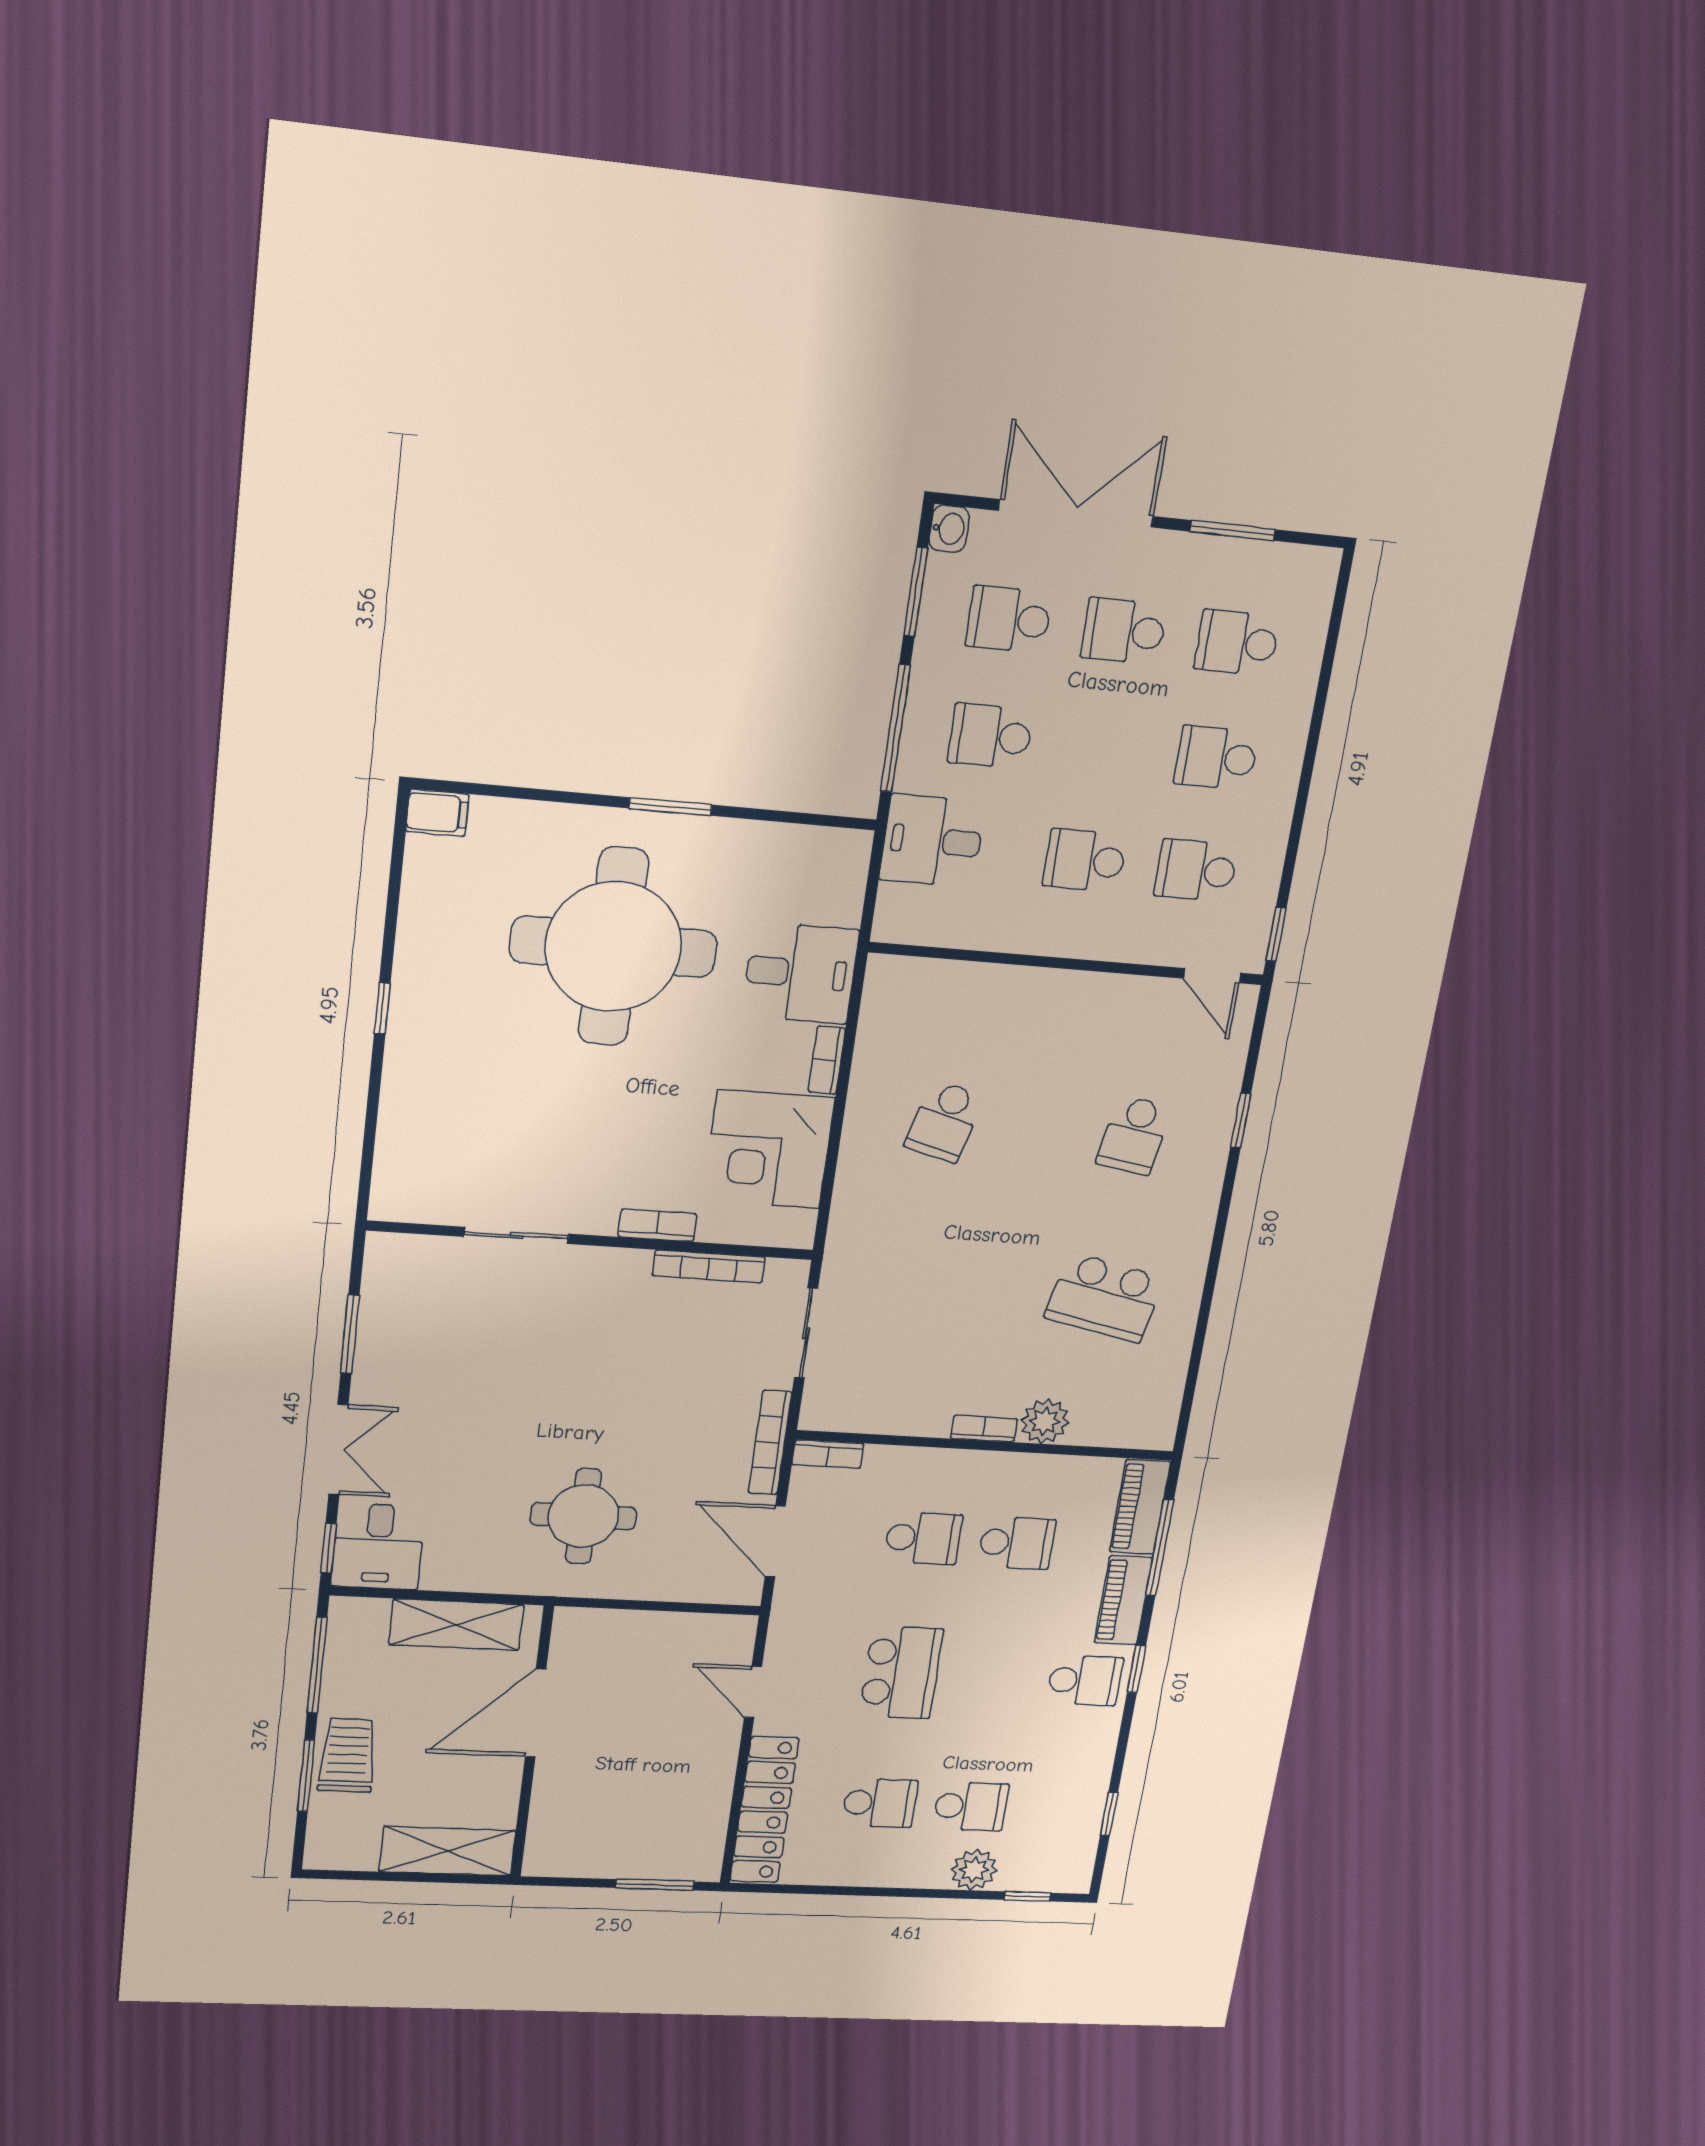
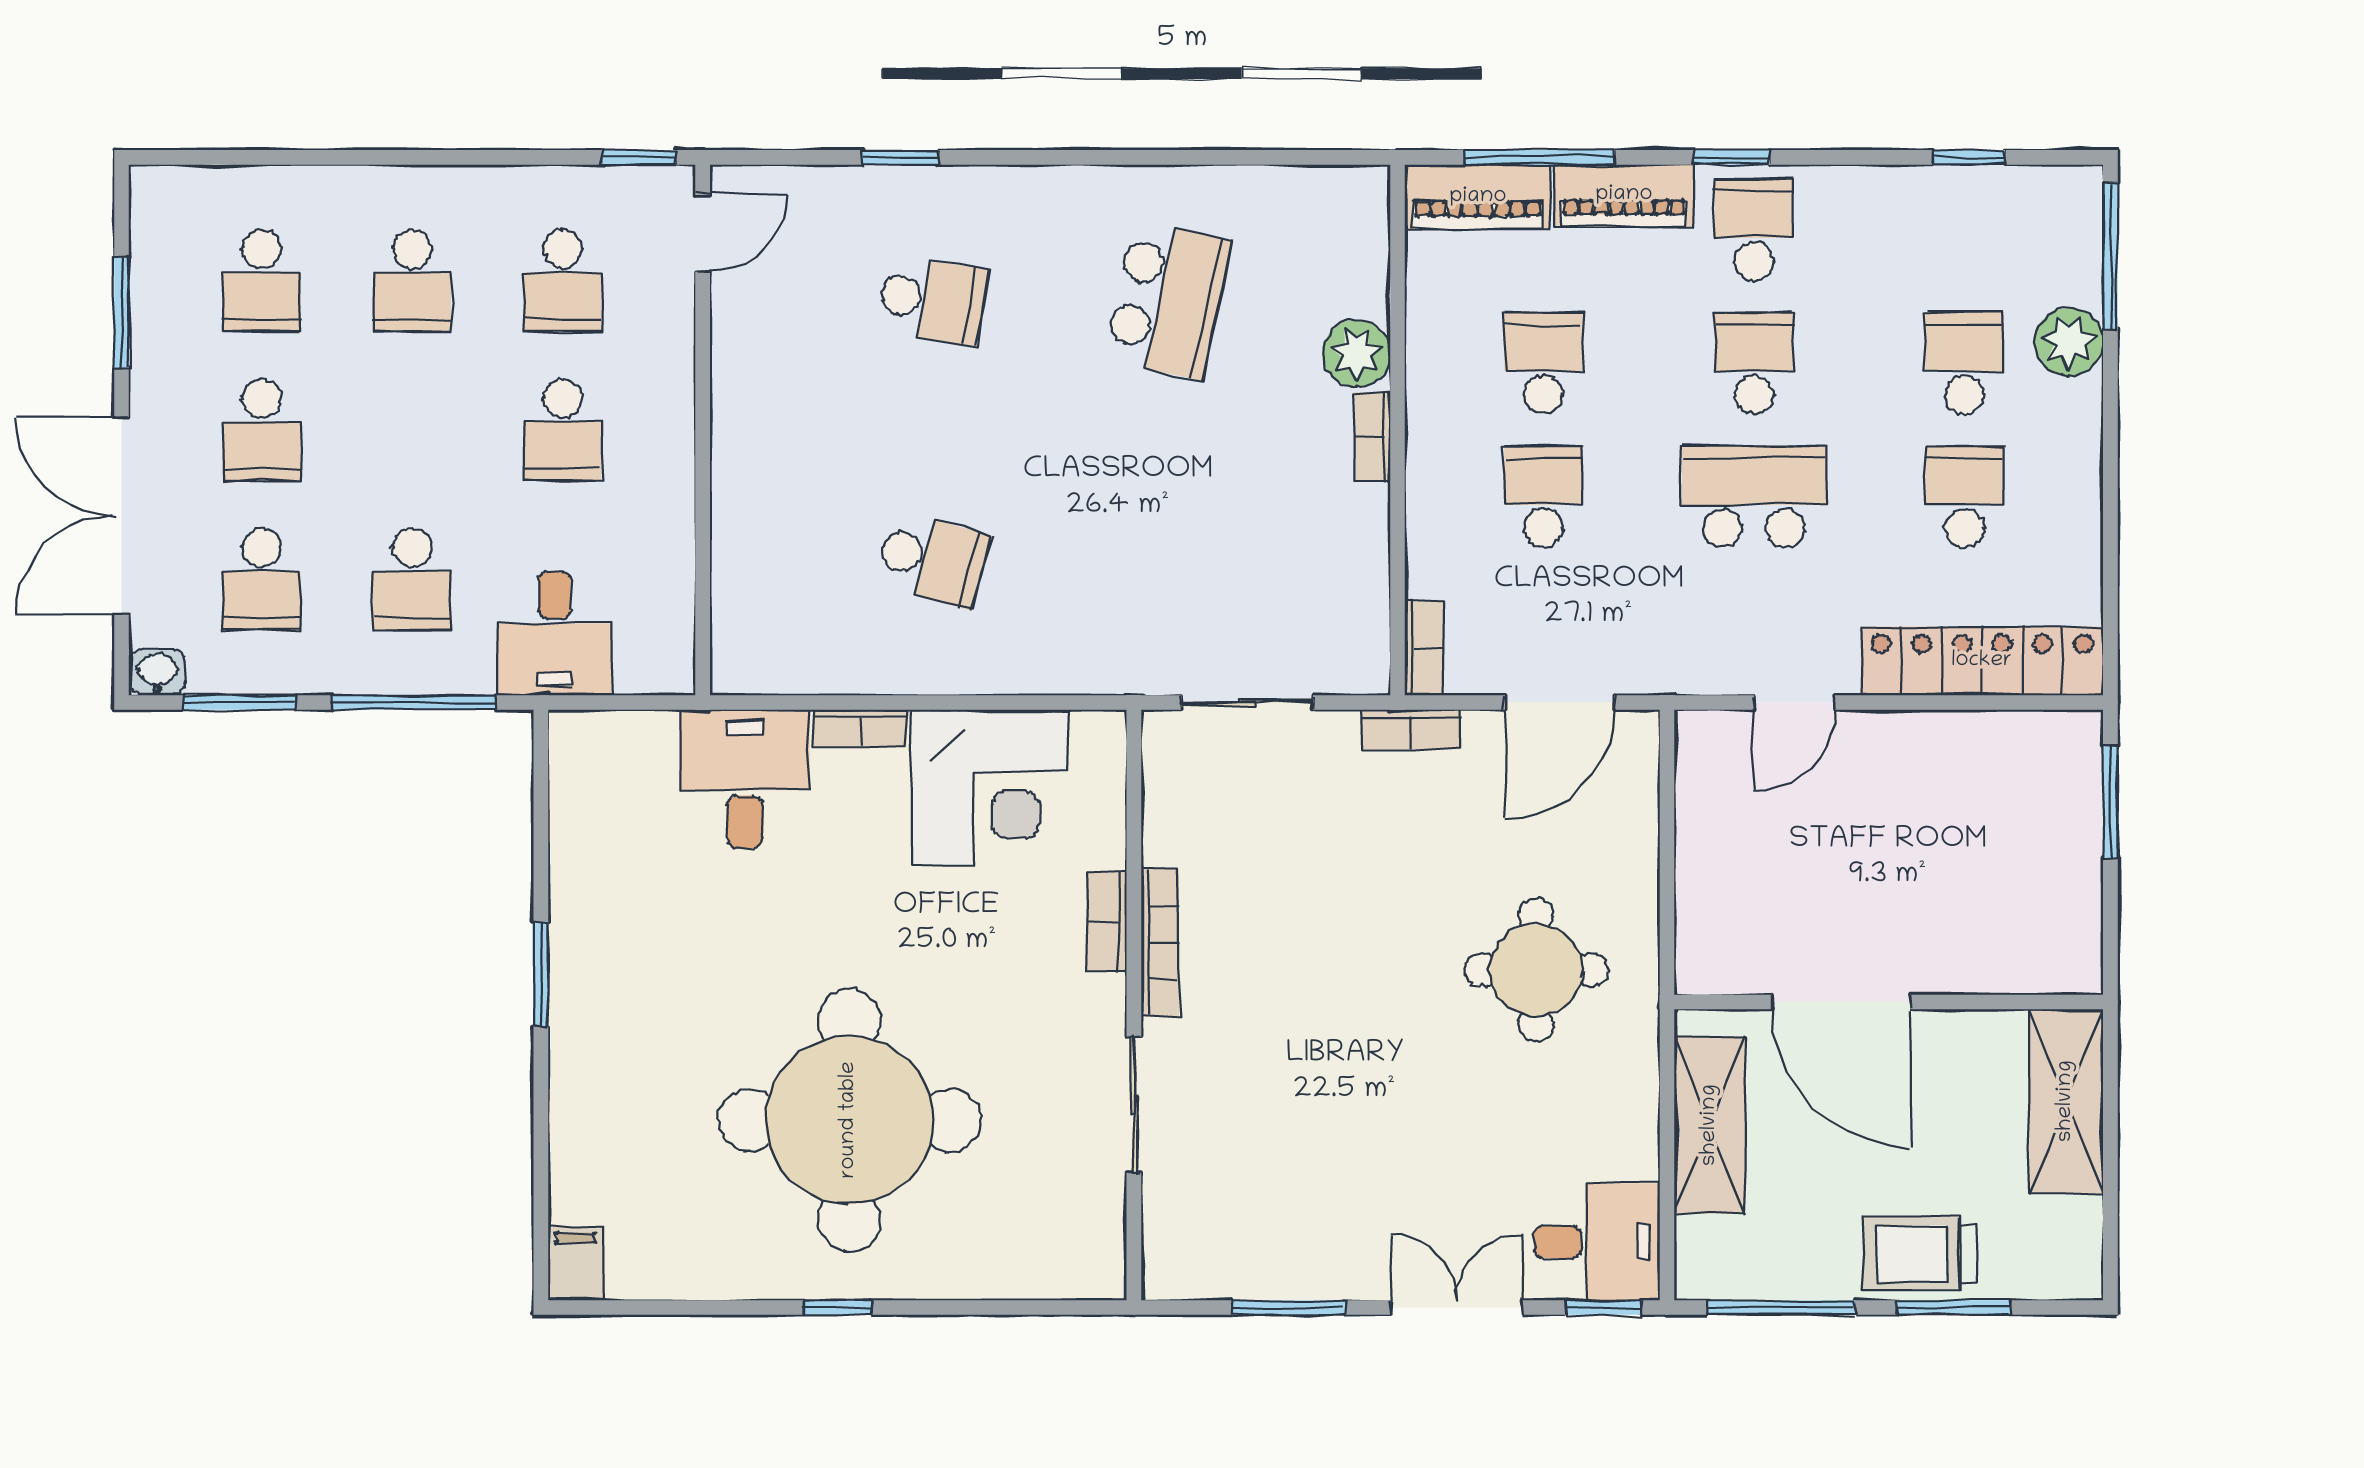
round table: (613, 947) -> (849, 1120), moved
bookcase: (709, 1266) -> (1160, 943), moved
bookcase: (770, 1443) -> (1411, 729), width x0.64
school desk: (993, 1677) -> (1754, 363), added
window: (1027, 1896) -> (2110, 256), width x2.17

